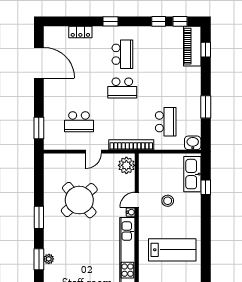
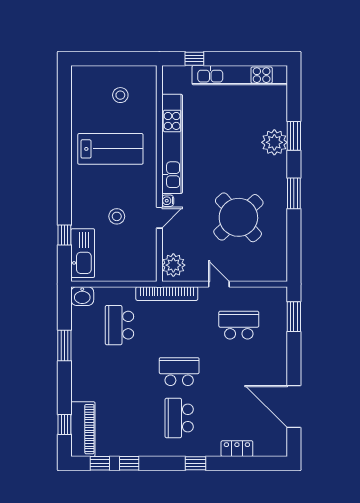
door: (93, 152) -> (219, 284), hinge flipped
lab bench: (172, 250) -> (110, 149), turned 180
plant: (49, 259) -> (274, 142), width x1.88, depth x1.88

